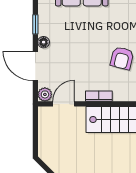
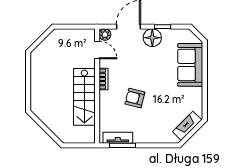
floor lamp: (44, 42) -> (152, 38), width x1.89, depth x1.89

